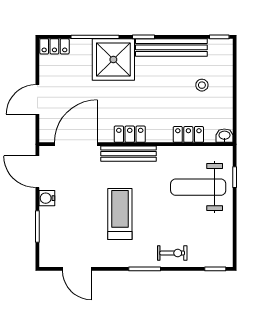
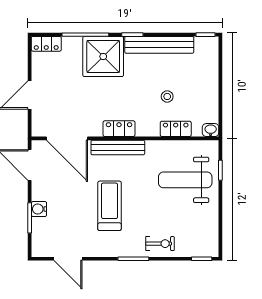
stool: (202, 85) -> (167, 96), moved
door: (76, 144) -> (67, 138), swing flipped
water cooler: (47, 198) -> (39, 209), moved

